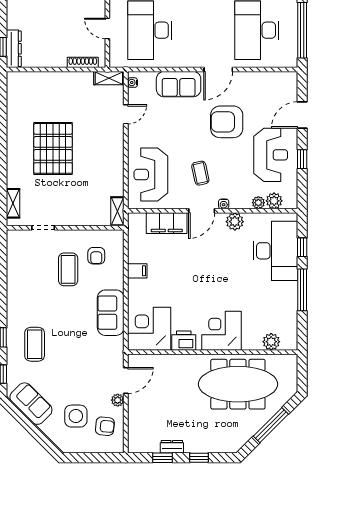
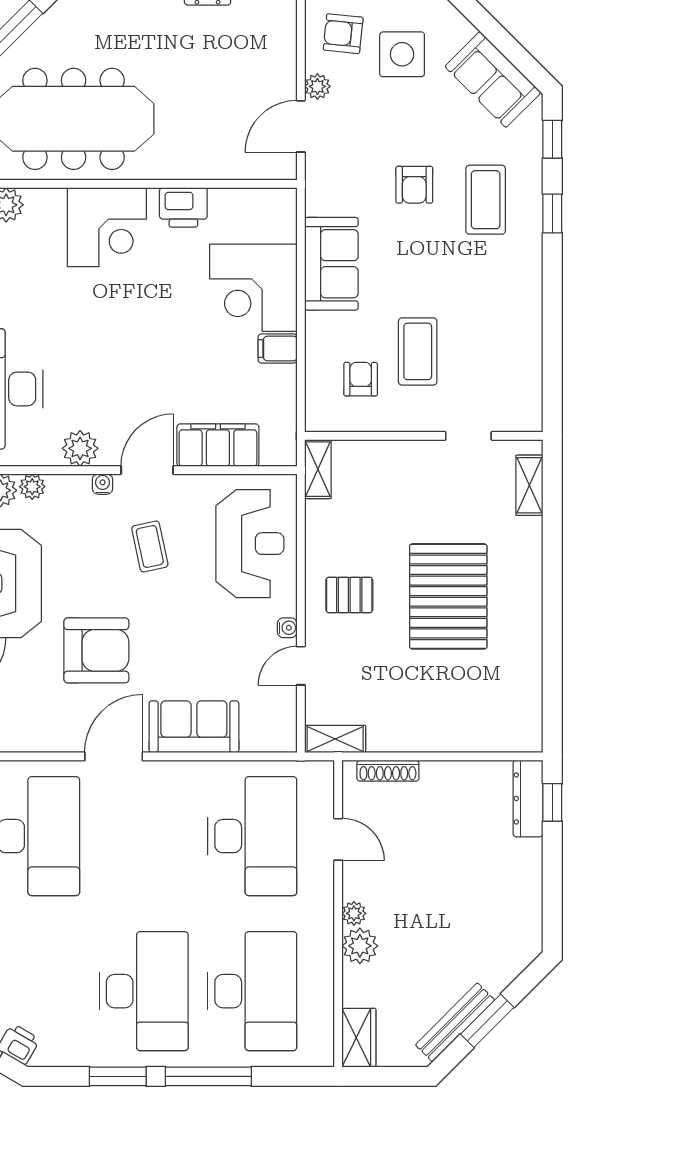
water cooler: (132, 83) -> (287, 628), moved
pallet: (102, 149) -> (349, 595), added
corner desk: (149, 329) -> (253, 288), moved, turned 90
armchair: (70, 352) -> (414, 185), added

